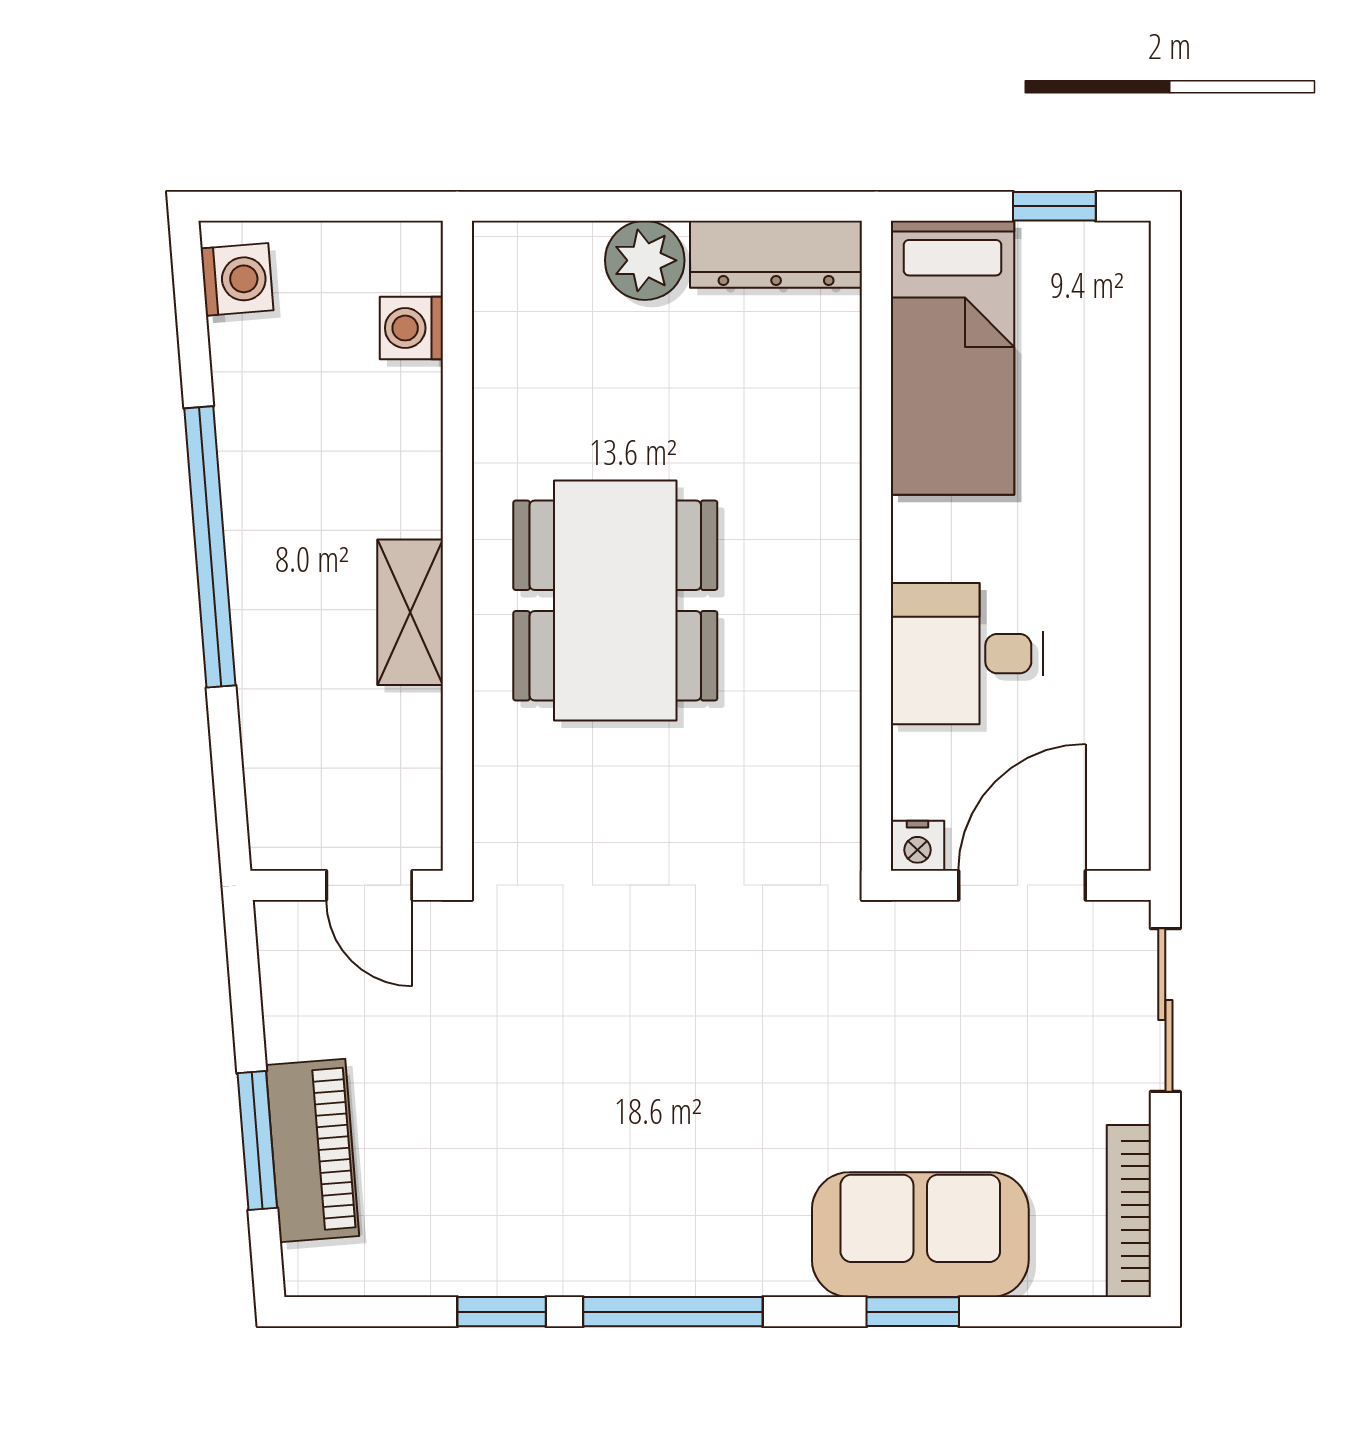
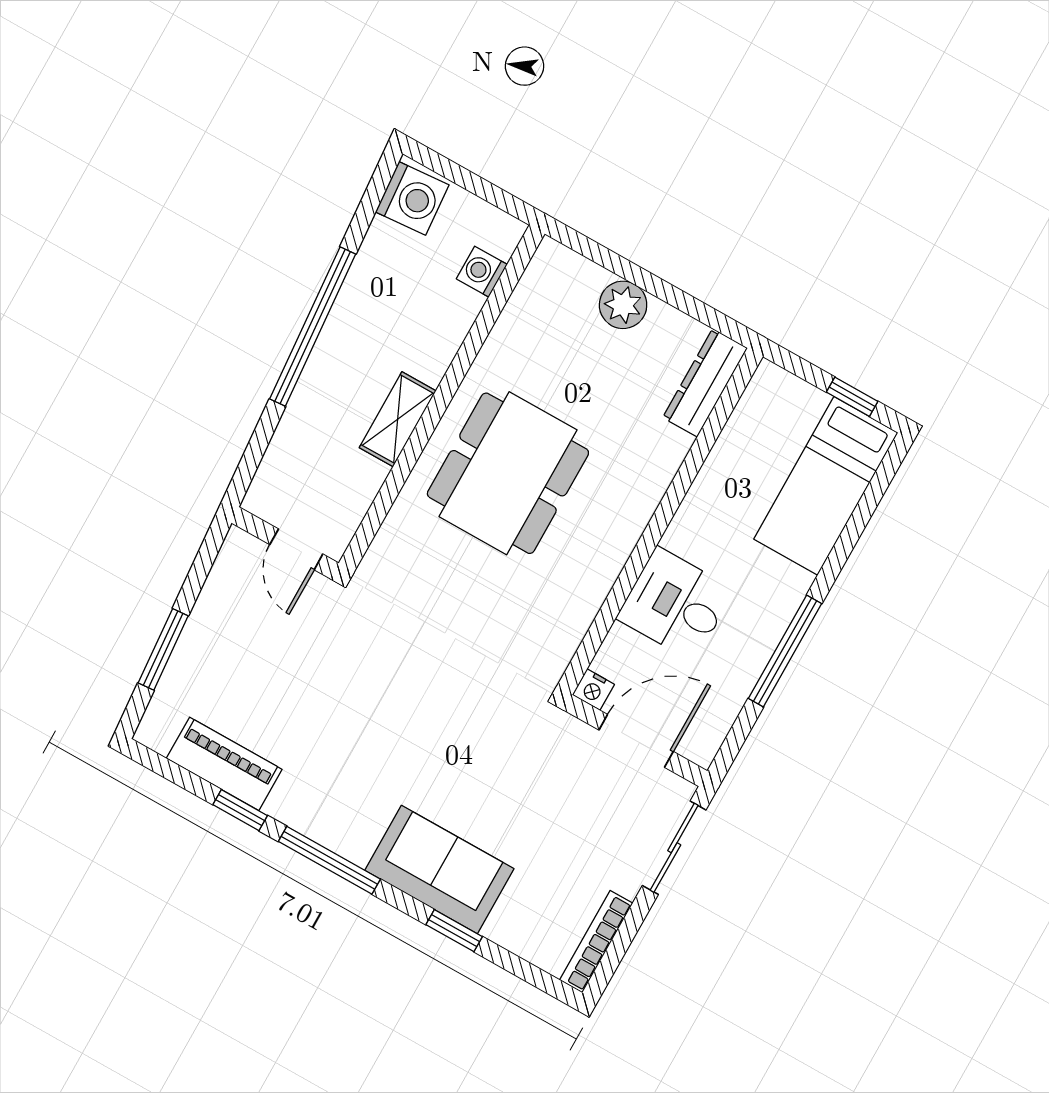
dresser: (776, 254) -> (705, 383), moved, turned 90
washing machine: (237, 279) -> (412, 198), width x1.38, depth x1.38
bed: (952, 358) -> (826, 486), moved
window: (1165, 632) -> (785, 651), added
piano: (312, 1150) -> (224, 764), moved, turned -85
sofa: (920, 1235) -> (439, 870), moved

